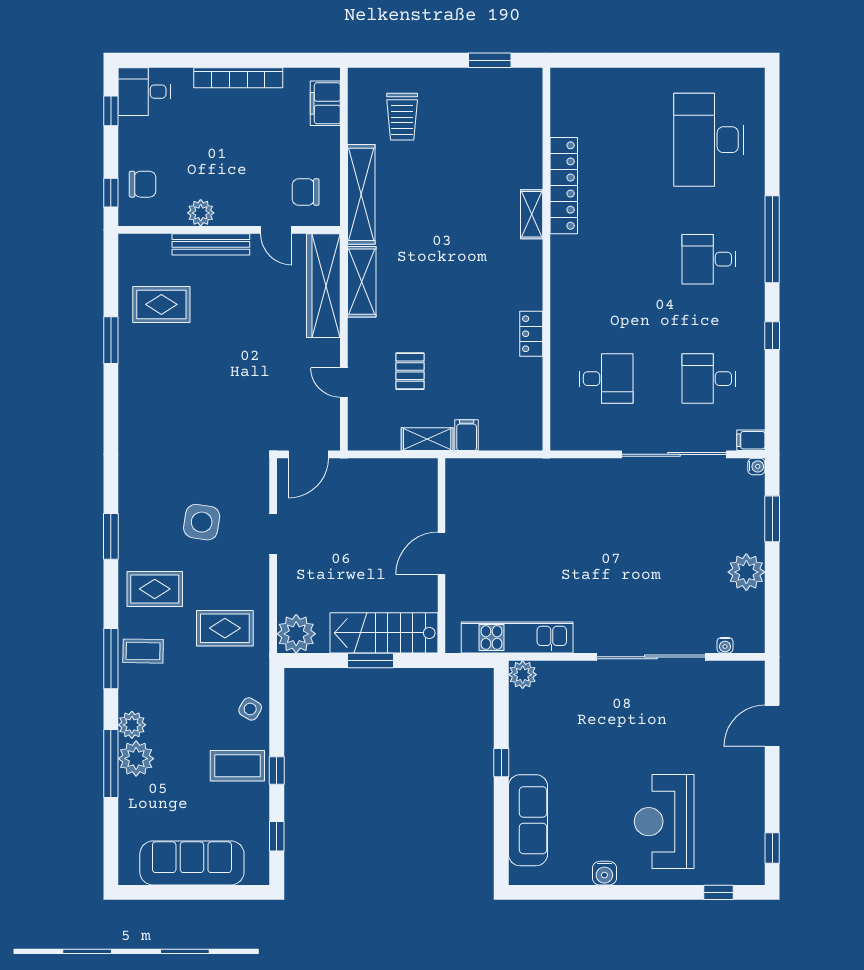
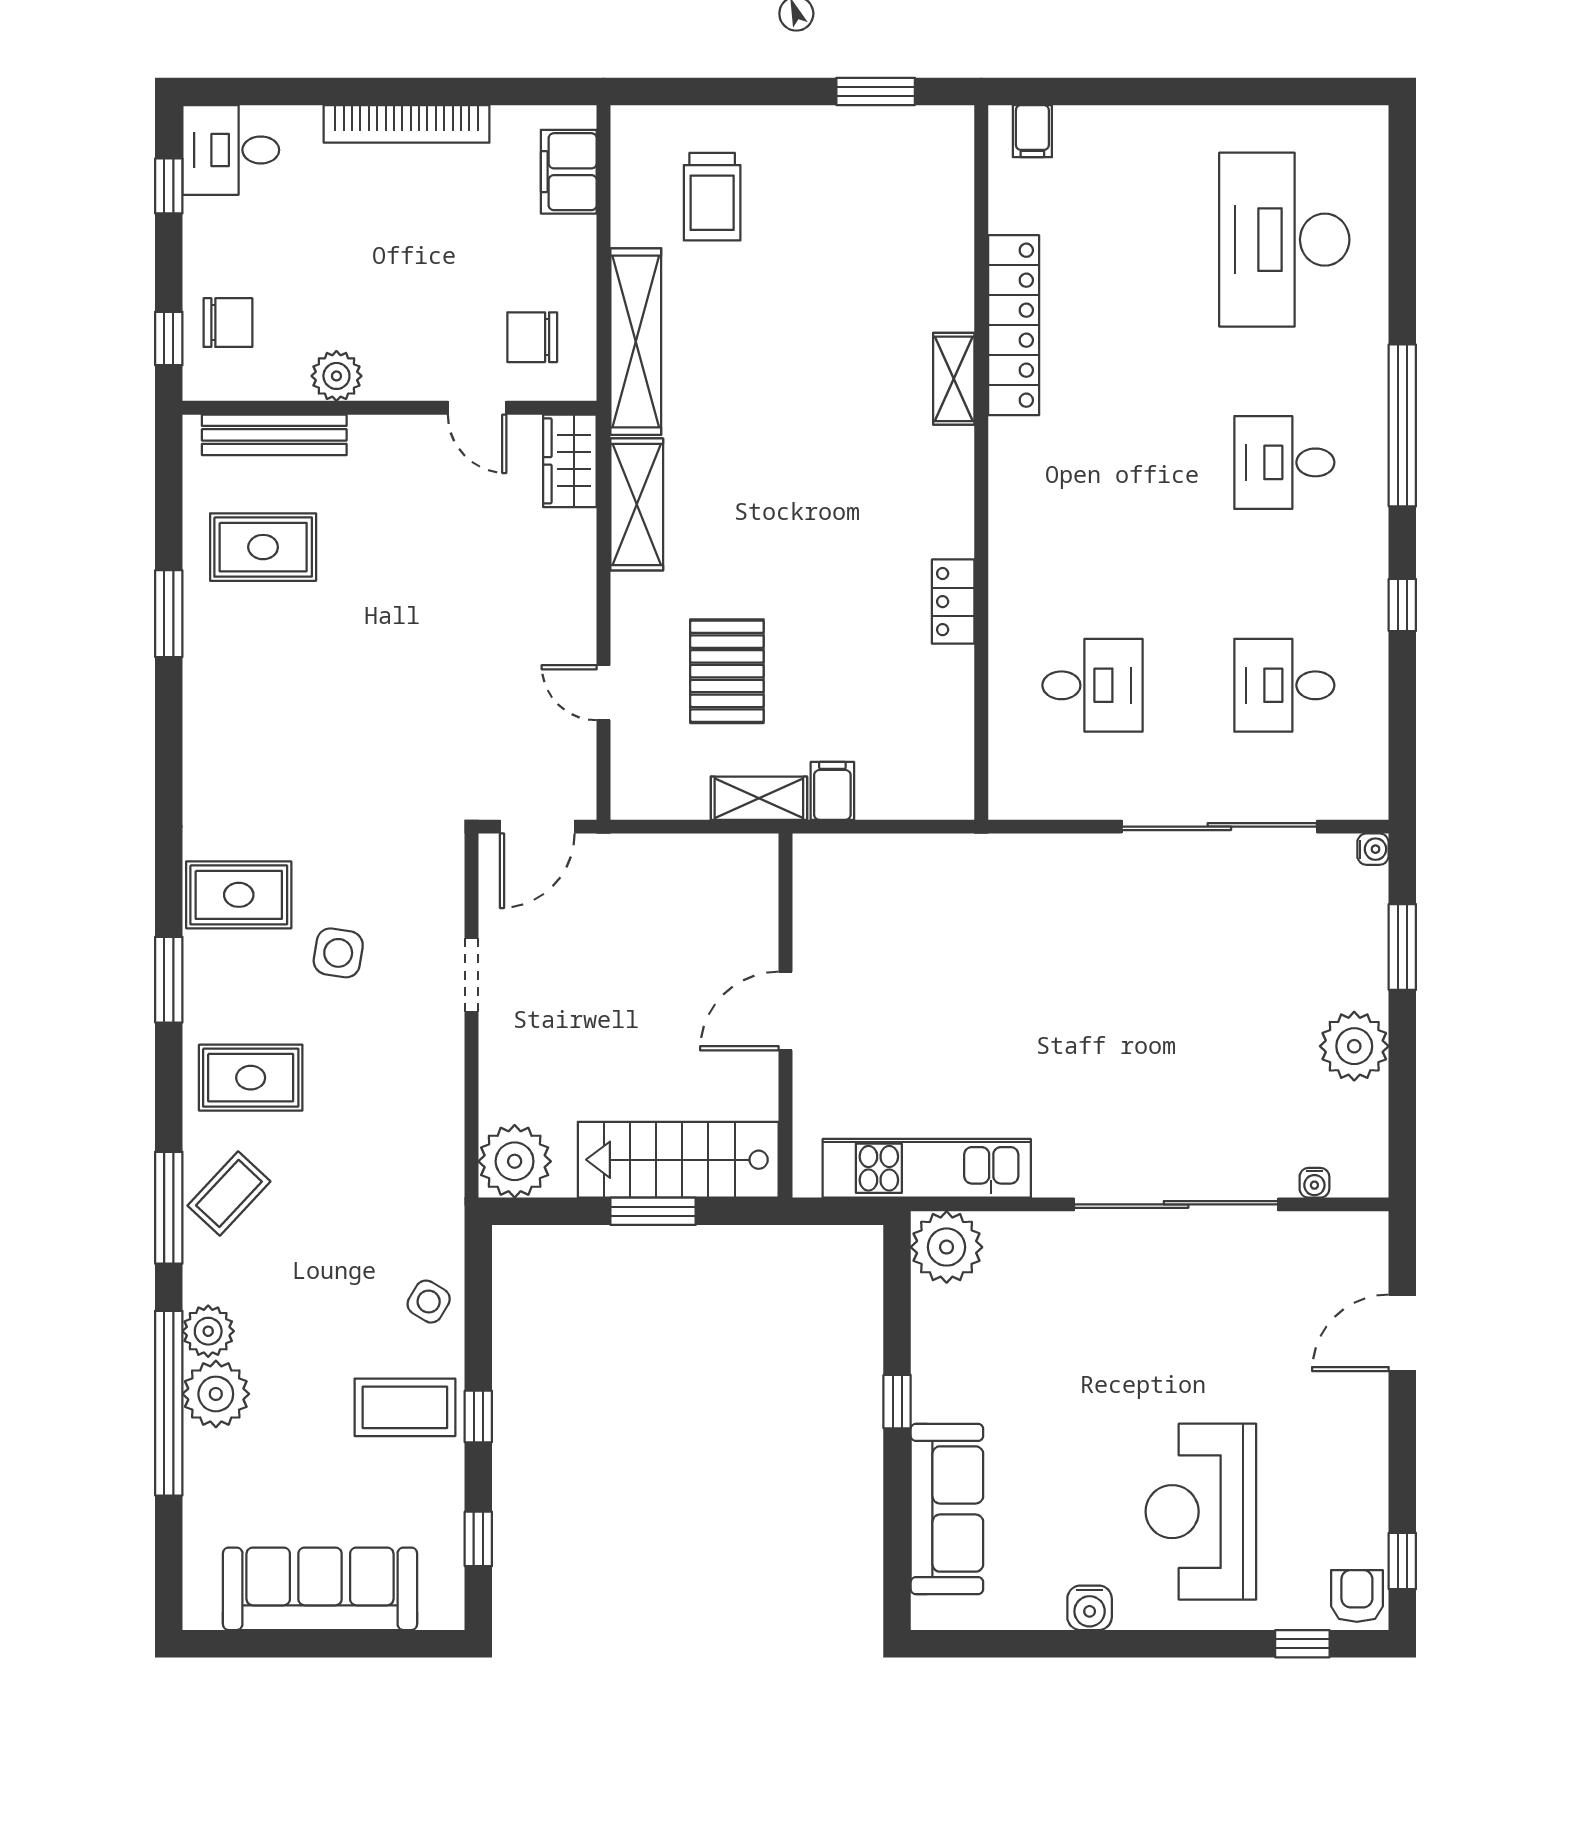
bench: (211, 244) -> (274, 435), moved
wardrobe: (323, 286) -> (570, 461), width x0.48, depth x0.85
pallet: (410, 371) -> (727, 671), width x1.50, depth x1.42
filing cabinet: (751, 440) -> (1032, 131), moved, turned -90
side table: (202, 522) -> (338, 953), width x0.73, depth x0.73
rug: (225, 628) -> (239, 895), moved
coffee table: (143, 651) -> (229, 1193), turned -48
plant: (523, 675) -> (947, 1247), width x1.36, depth x1.36
window: (111, 763) -> (169, 1403), width x1.46
armchair: (748, 867) -> (1357, 1596), added

